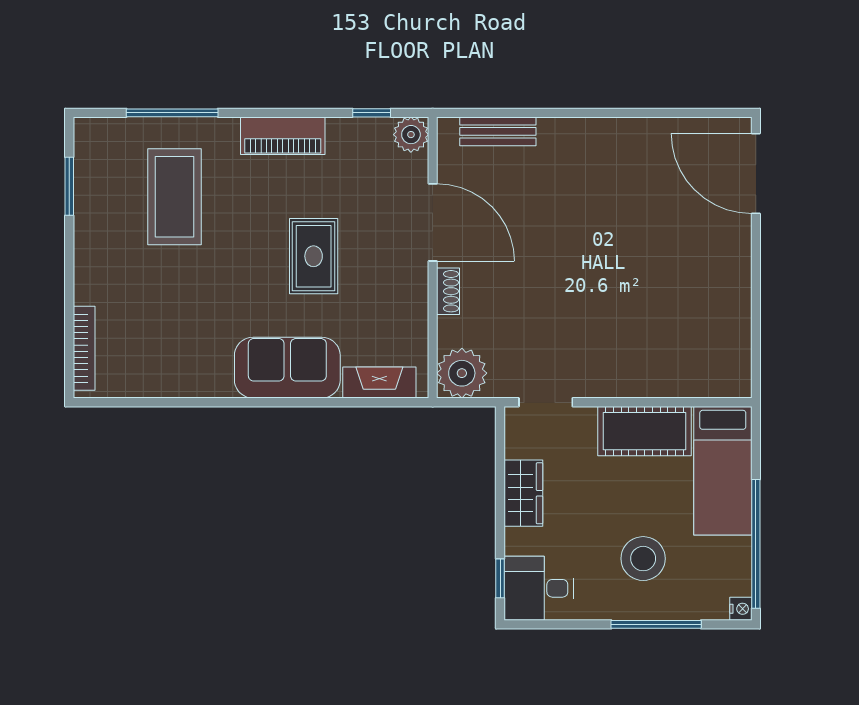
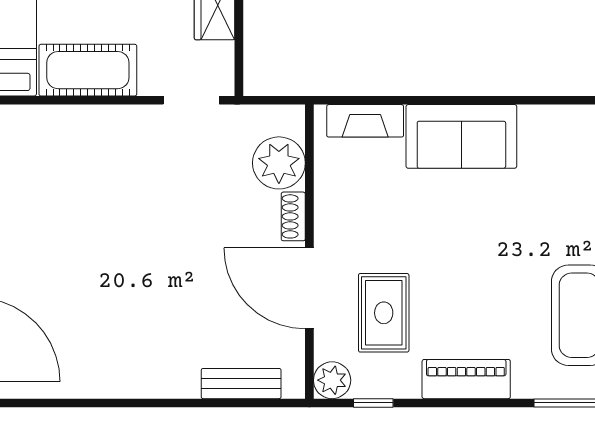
rug: (314, 256) -> (384, 313), moved
plant: (462, 373) -> (279, 163), moved

